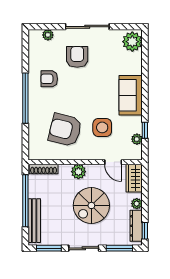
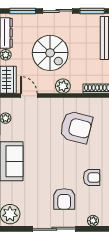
side table: (102, 127) -> (40, 130), removed
spiral stairs: (91, 205) -> (50, 53), turned 90

